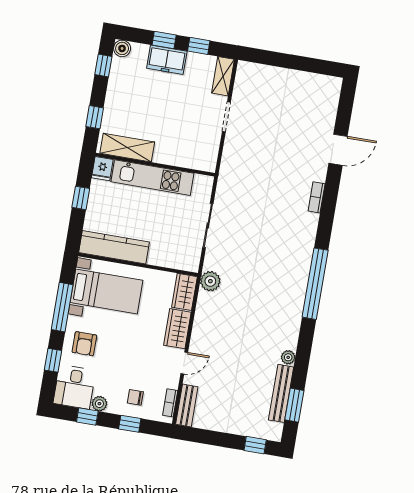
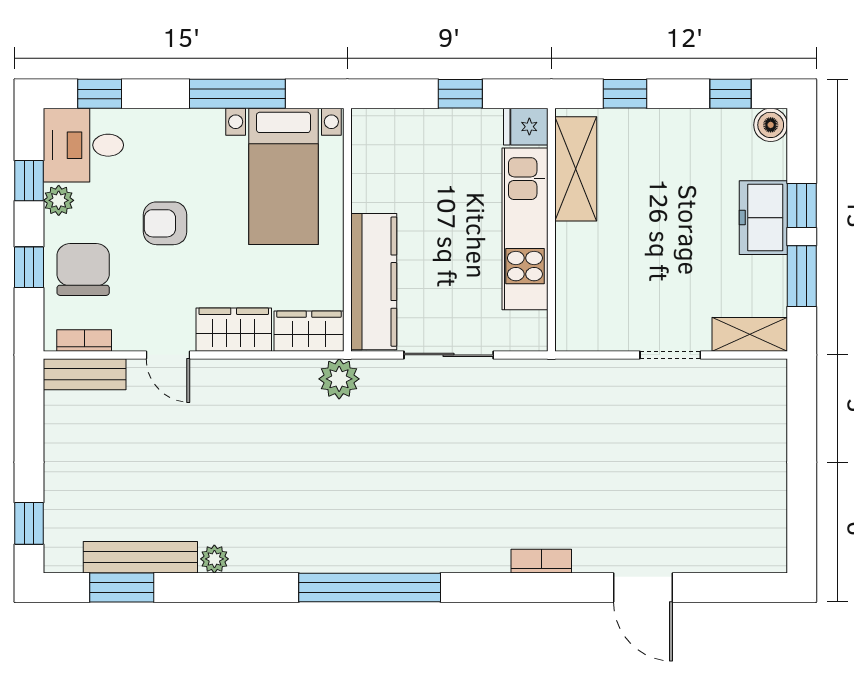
window: (199, 46) -> (802, 276), width x1.50
kitchen counter: (114, 247) -> (374, 282), moved
armchair: (84, 344) -> (165, 223), moved
window: (53, 360) -> (100, 94), moved
chair: (135, 397) -> (83, 269), width x1.87, depth x1.87

